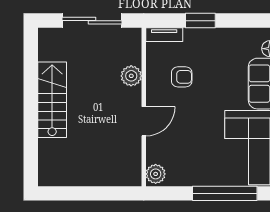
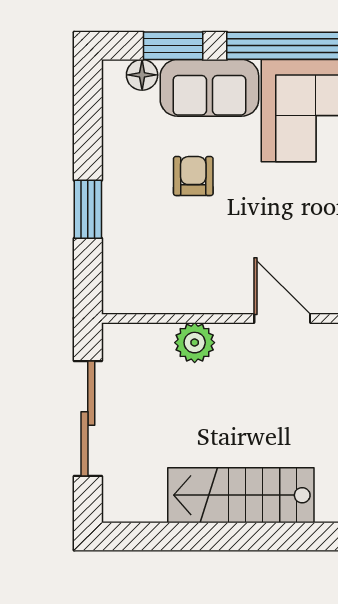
tv unit: (164, 35) -> (115, 279), removed
armchair: (182, 77) -> (193, 176), moved

